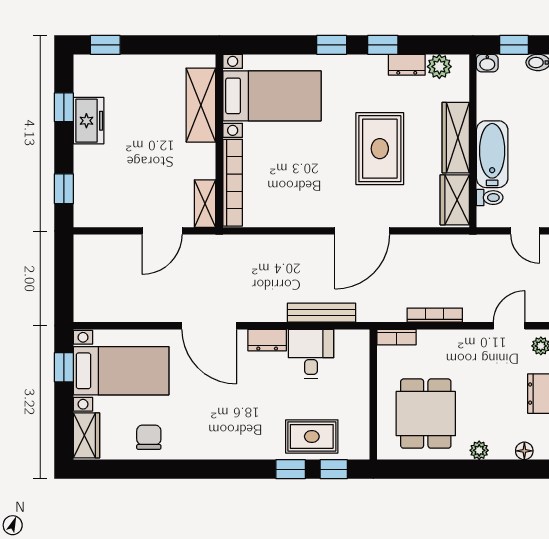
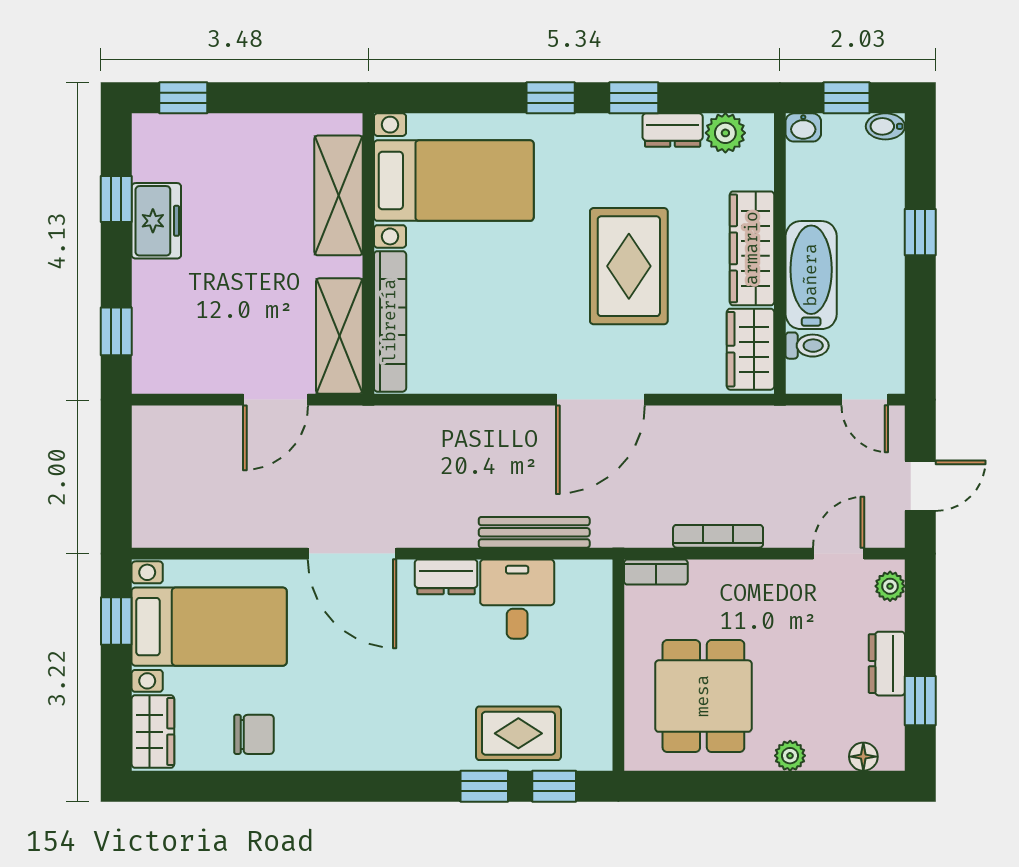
shelving: (205, 204) -> (339, 336), width x1.50, depth x1.33
chair: (149, 437) -> (254, 734), turned 90

